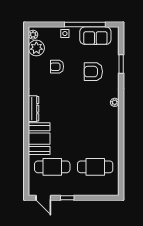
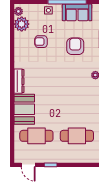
armchair: (93, 72) -> (75, 46), turned 90

